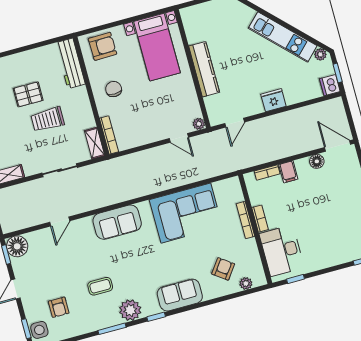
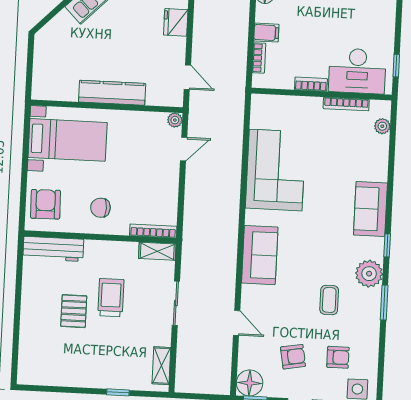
trolley: (48, 119) -> (111, 298), turned 180
bookcase: (245, 220) -> (346, 104), moved
armchair: (223, 269) -> (293, 357), moved, turned 134

